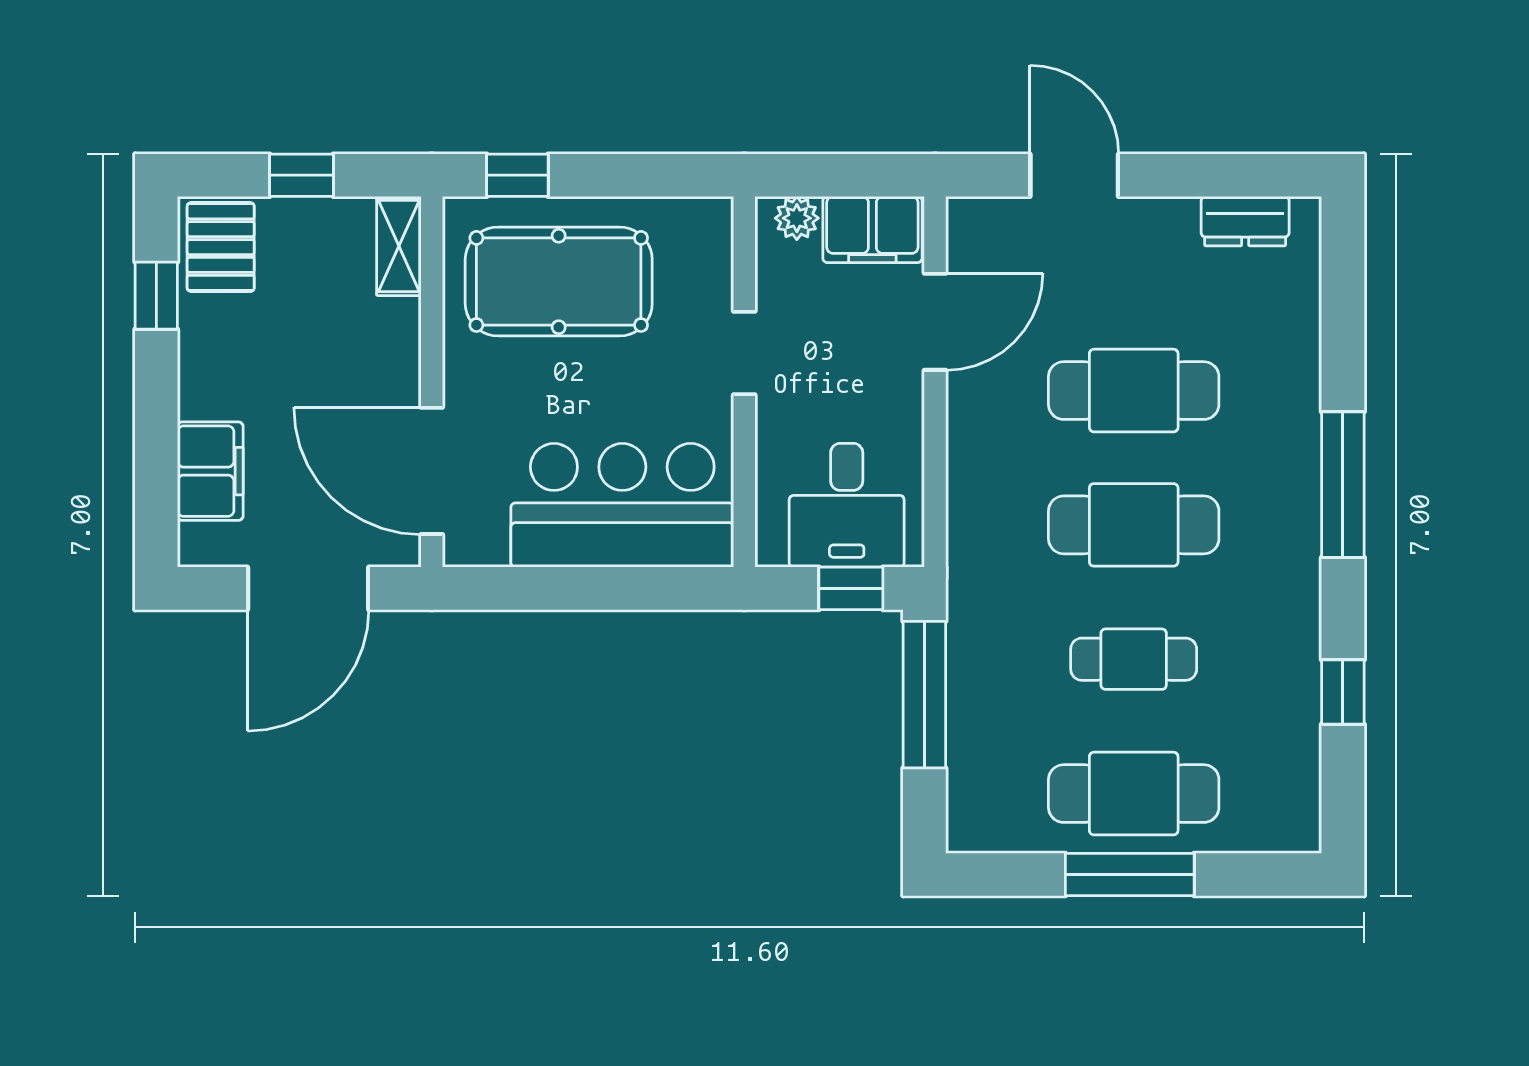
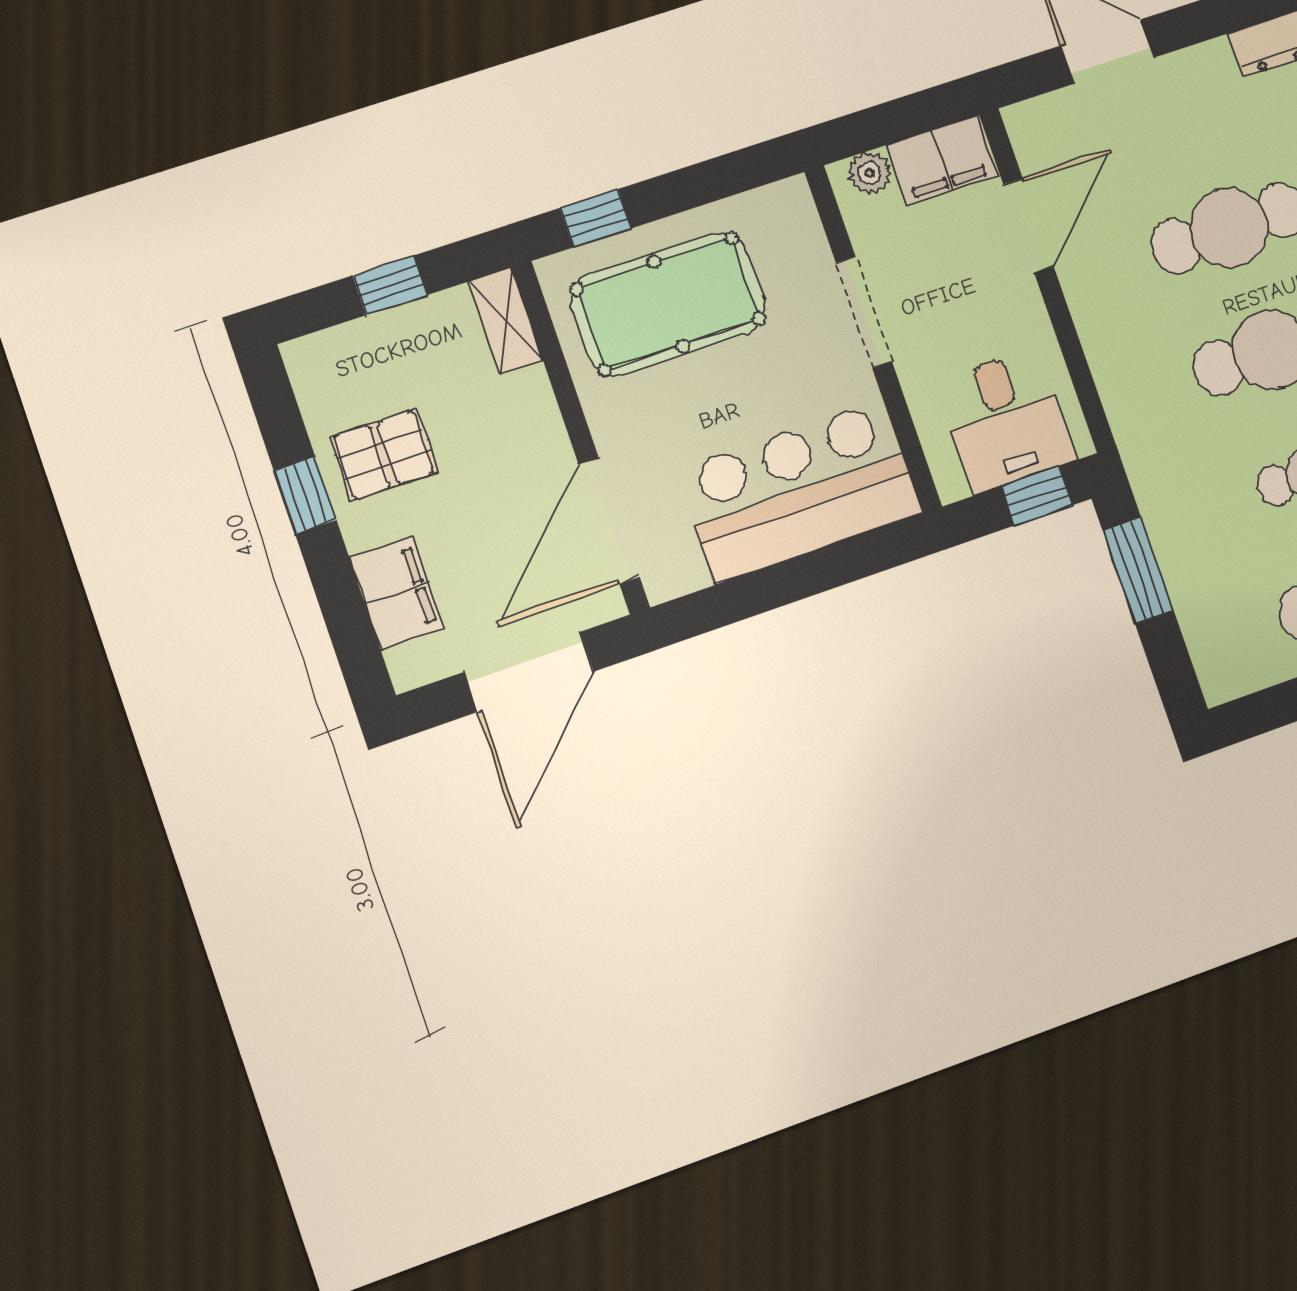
pallet: (221, 247) -> (384, 455), moved, turned 90
window: (156, 296) -> (305, 495), moved
doorway: (744, 353) -> (864, 312), width x1.38
door: (432, 471) -> (609, 521), hinge flipped
window: (924, 695) -> (1138, 570), width x0.69

